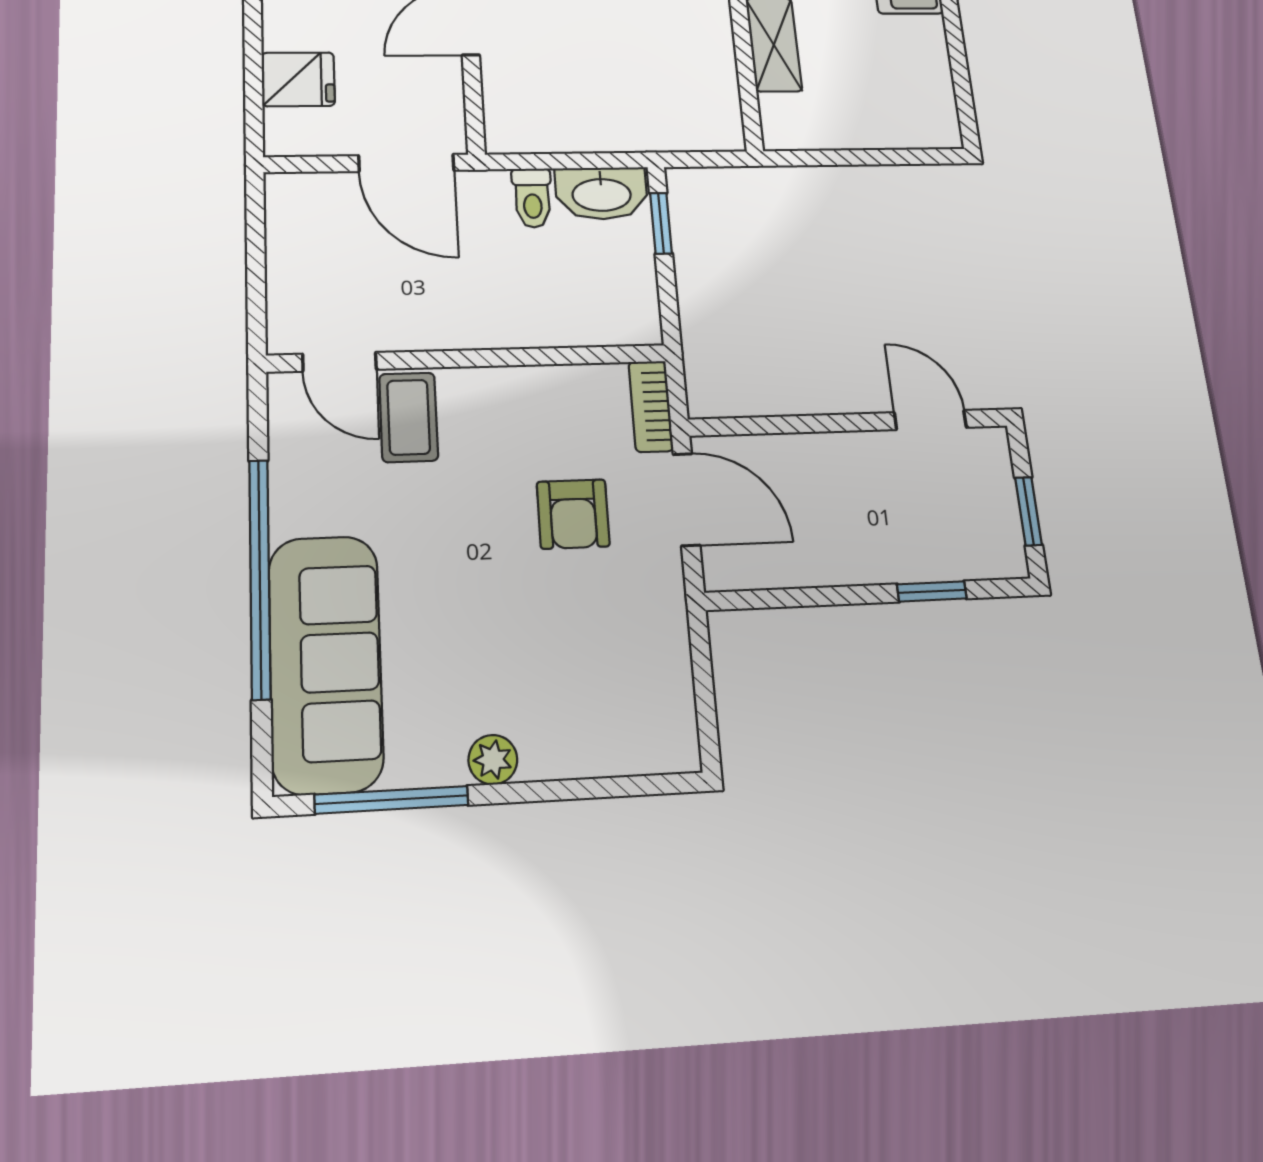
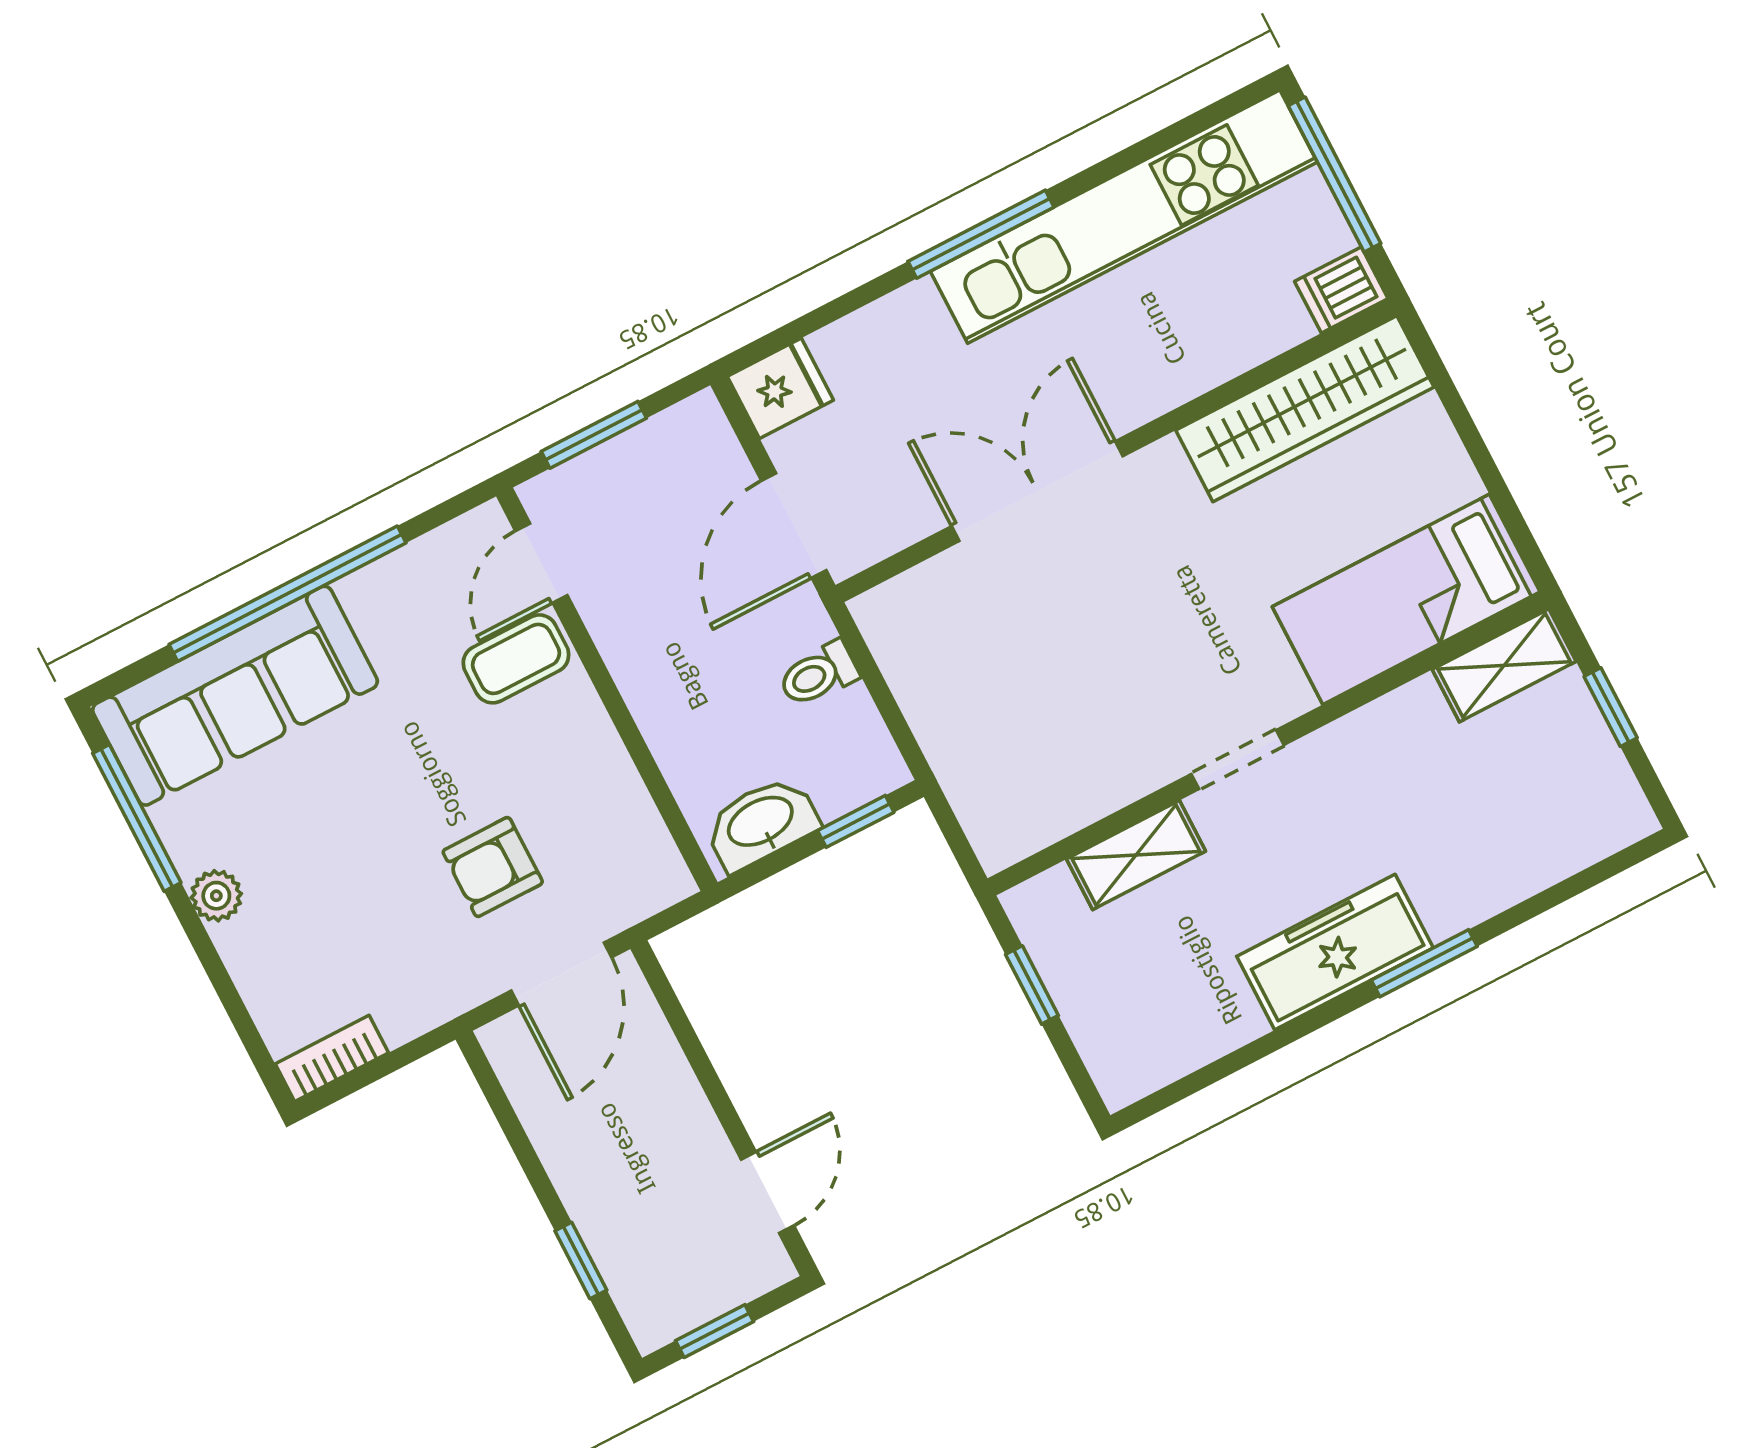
fridge: (298, 79) -> (780, 388), moved, turned -90
window: (843, 158) -> (1032, 985), added
washbasin: (601, 193) -> (761, 823), moved, turned 90
window: (256, 275) -> (594, 435), added
bookcase: (651, 406) -> (332, 1058), moved

